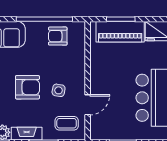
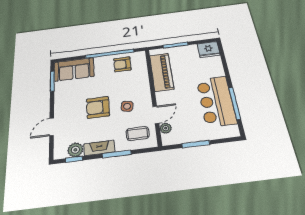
piano: (120, 32) -> (162, 72), moved, turned -90
armchair: (27, 87) -> (98, 107), turned 180
plant: (96, 121) -> (166, 128), added

